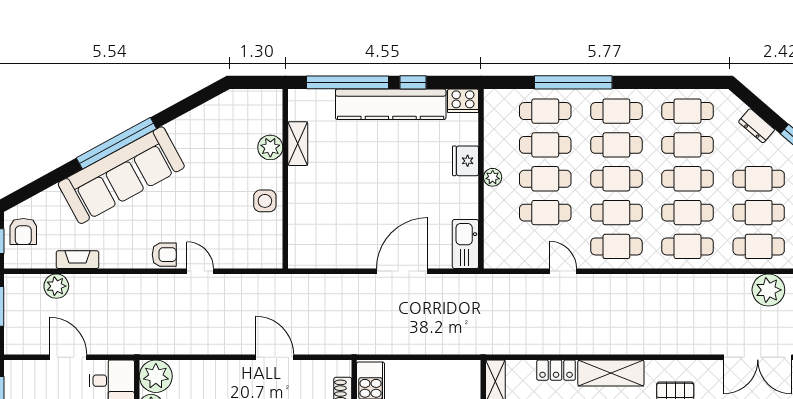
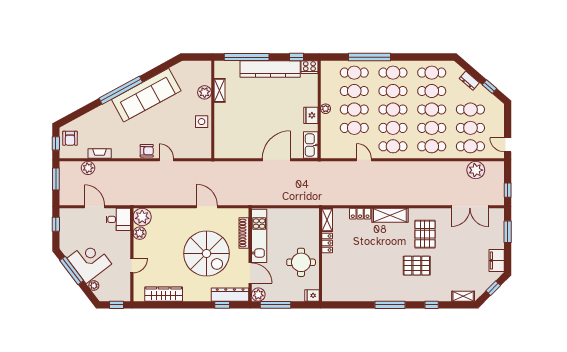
window: (413, 82) -> (296, 57), moved
fridge: (465, 161) -> (311, 115), moved
sofa: (121, 175) -> (146, 95), moved

